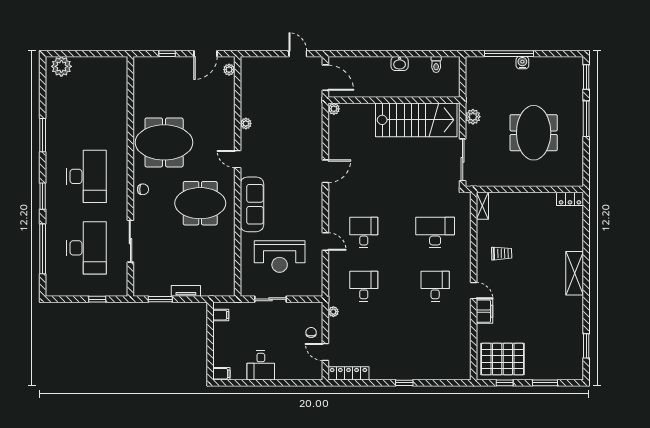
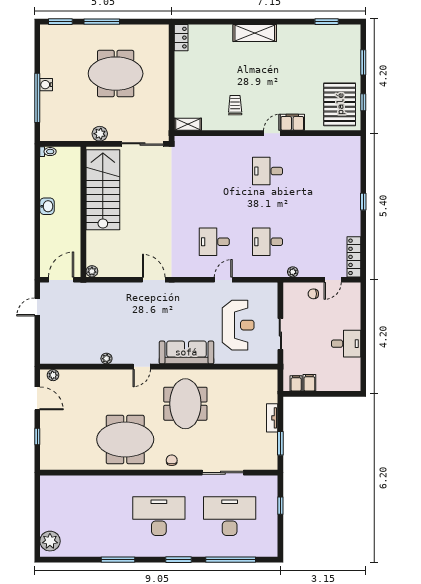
toilet: (436, 64) -> (48, 152), moved
meeting table: (164, 142) -> (125, 439), turned 90
desk: (435, 232) -> (214, 171), removed
filing cabinet: (221, 374) -> (309, 383), moved

